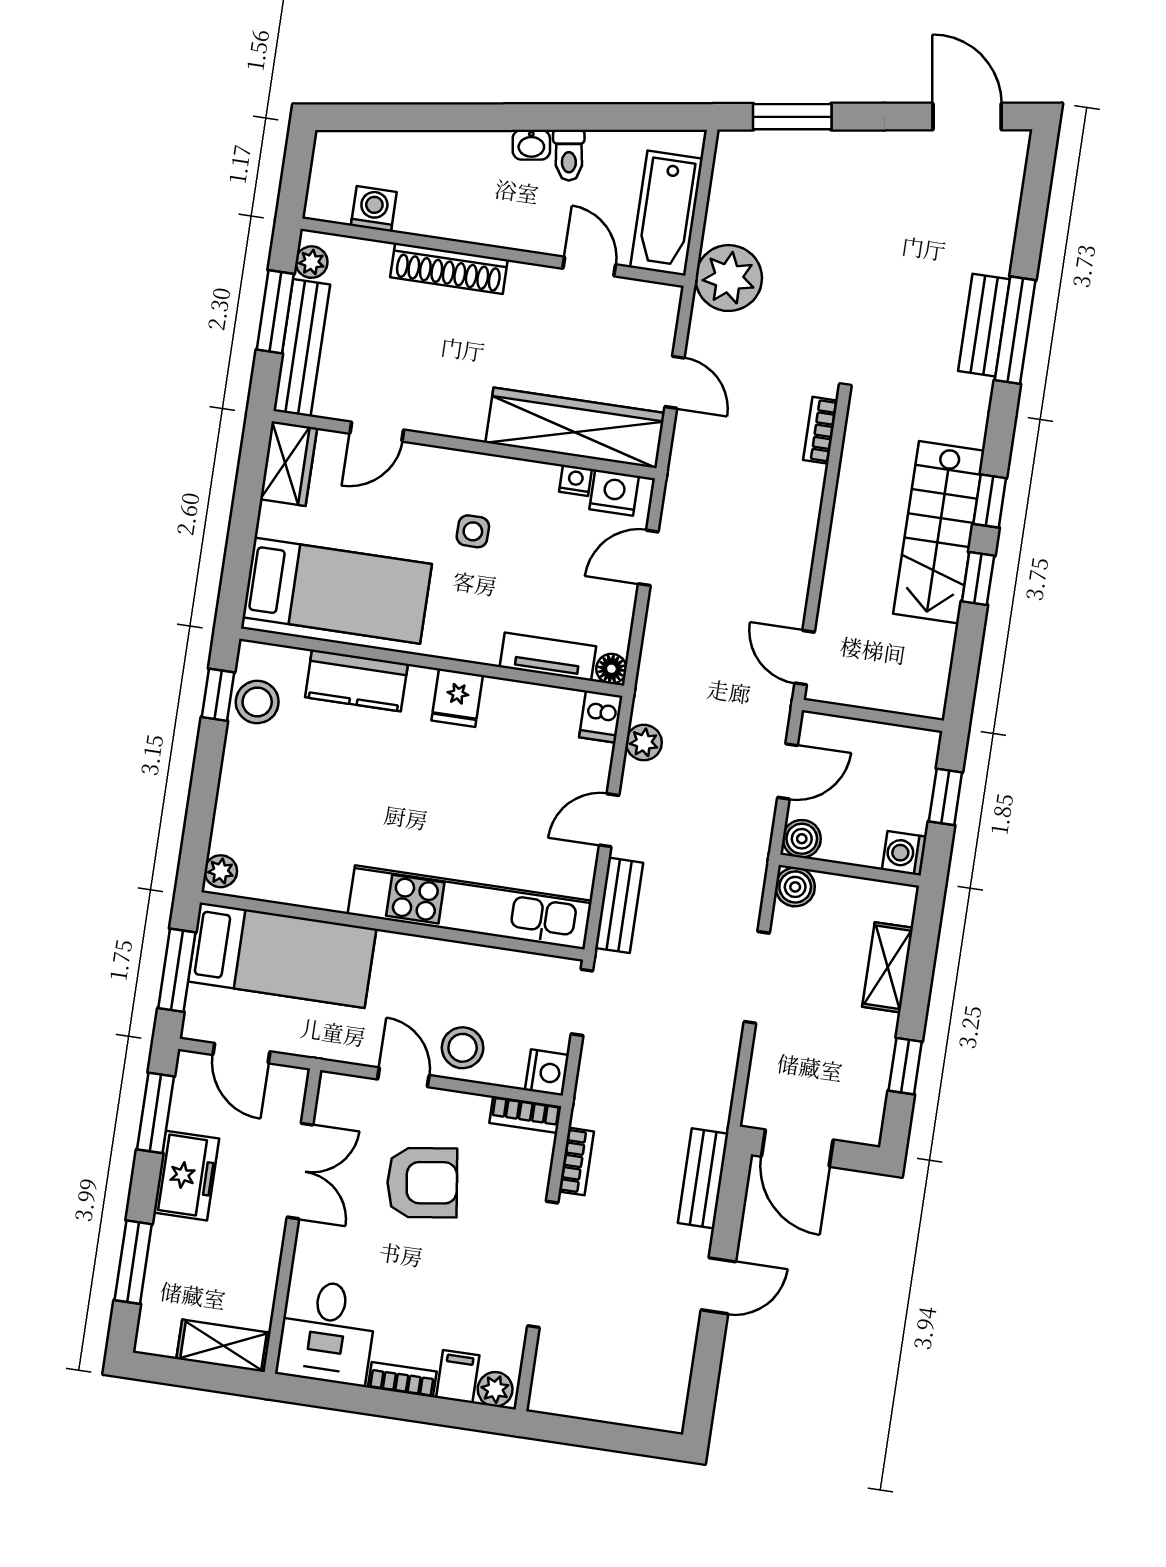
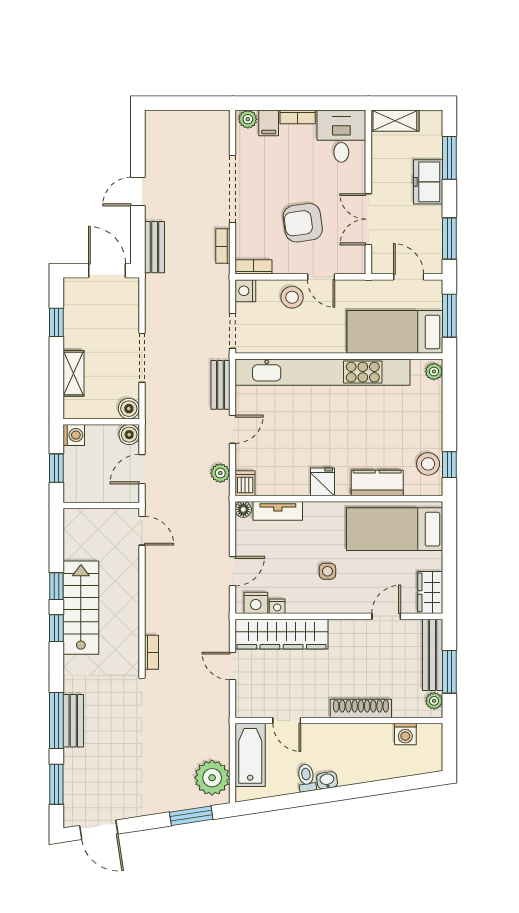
window: (1033, 212) -> (56, 784), added
plant: (729, 278) -> (212, 778), moved
kitchen unit: (470, 907) -> (323, 372), width x1.36
freezer: (186, 1176) -> (428, 182), moved

